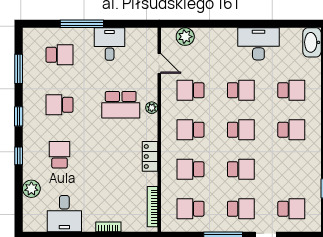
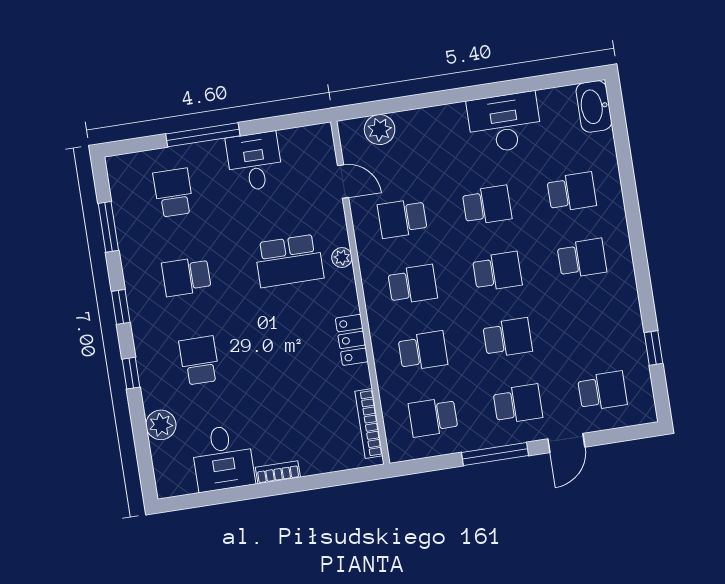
school desk: (60, 55) -> (173, 193), turned -90
school desk: (190, 130) -> (413, 285), turned 180
school desk: (190, 169) -> (423, 351), turned 180
bookcase: (108, 227) -> (278, 472), moved

